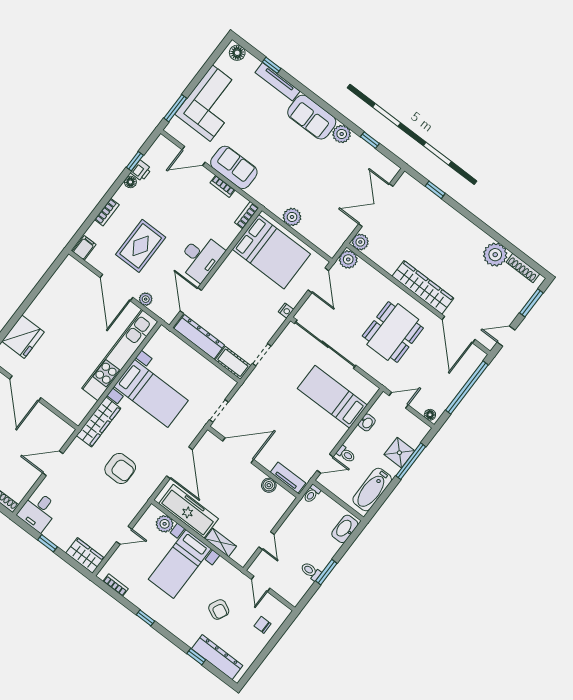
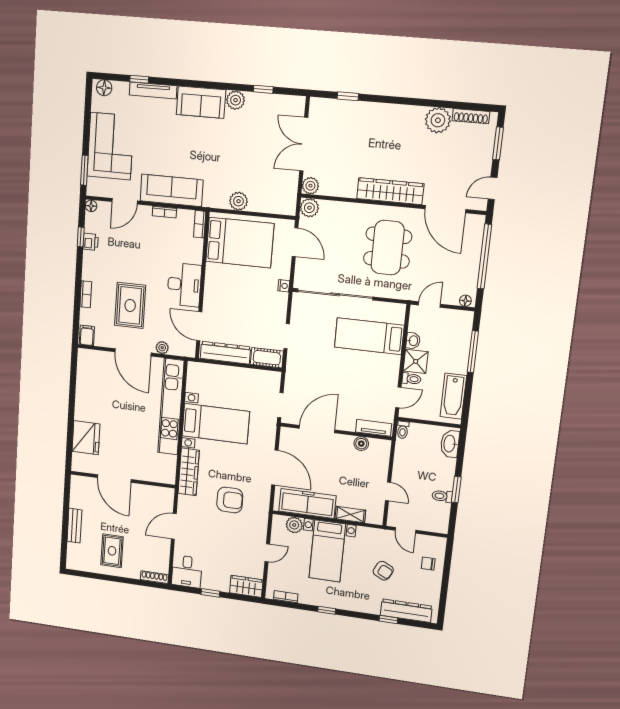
sofa: (234, 167) -> (172, 190), width x1.36
floor lamp: (130, 182) -> (91, 206), moved
shower: (399, 453) -> (416, 361), moved

